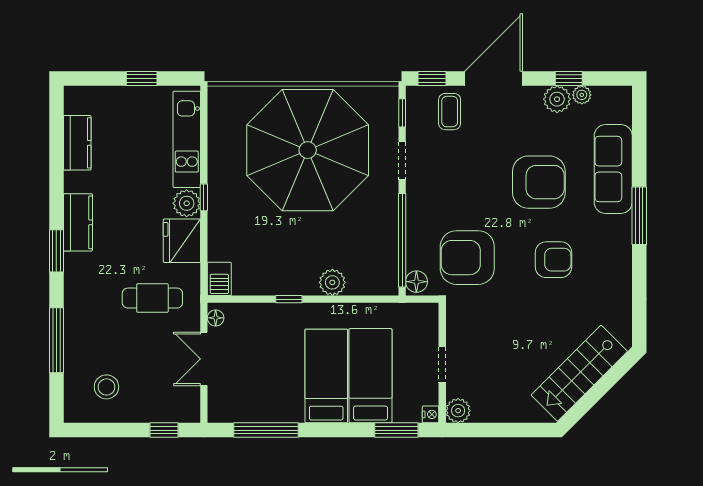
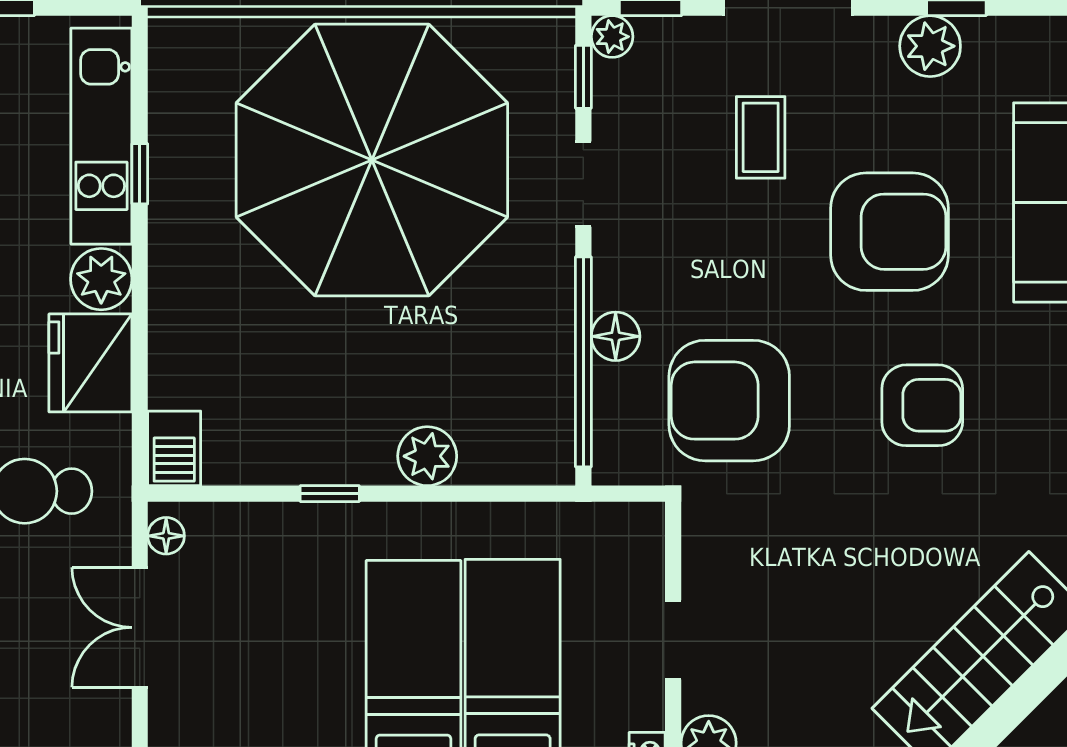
plant: (582, 95) -> (612, 37), moved
coffee table: (450, 112) -> (761, 137), moved
window: (204, 197) -> (140, 174), moved
floor lamp: (416, 282) -> (616, 336), moved

